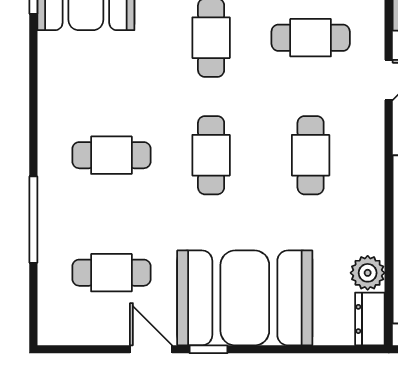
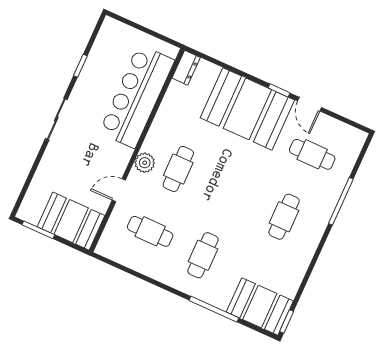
cafe table: (111, 155) -> (284, 217), turned 90
cafe table: (211, 155) -> (231, 193), removed
plant: (368, 273) -> (145, 163), moved

